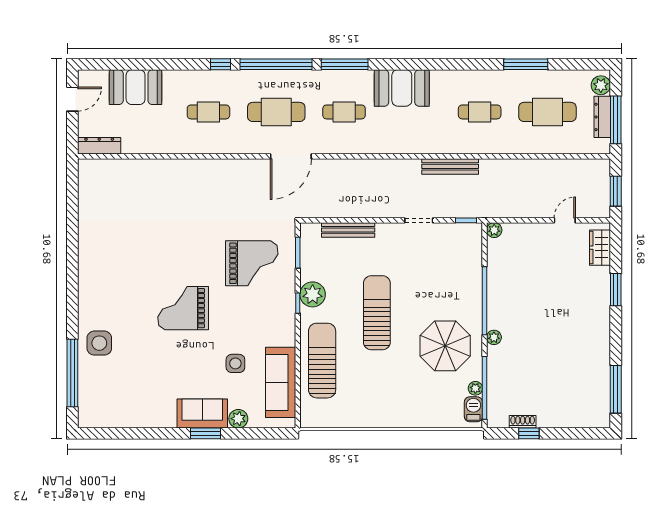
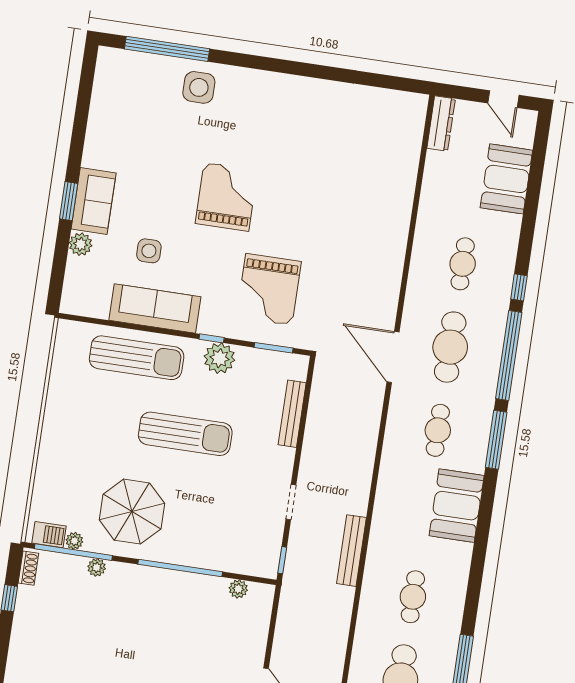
plant: (494, 230) -> (238, 589), moved
plant: (494, 337) -> (97, 567), moved
sofa: (281, 382) -> (155, 309), moved
shoe rack: (523, 422) -> (28, 568), moved

